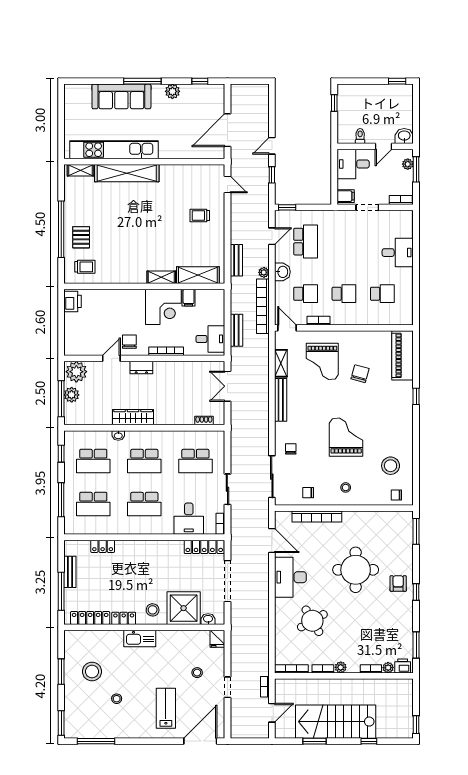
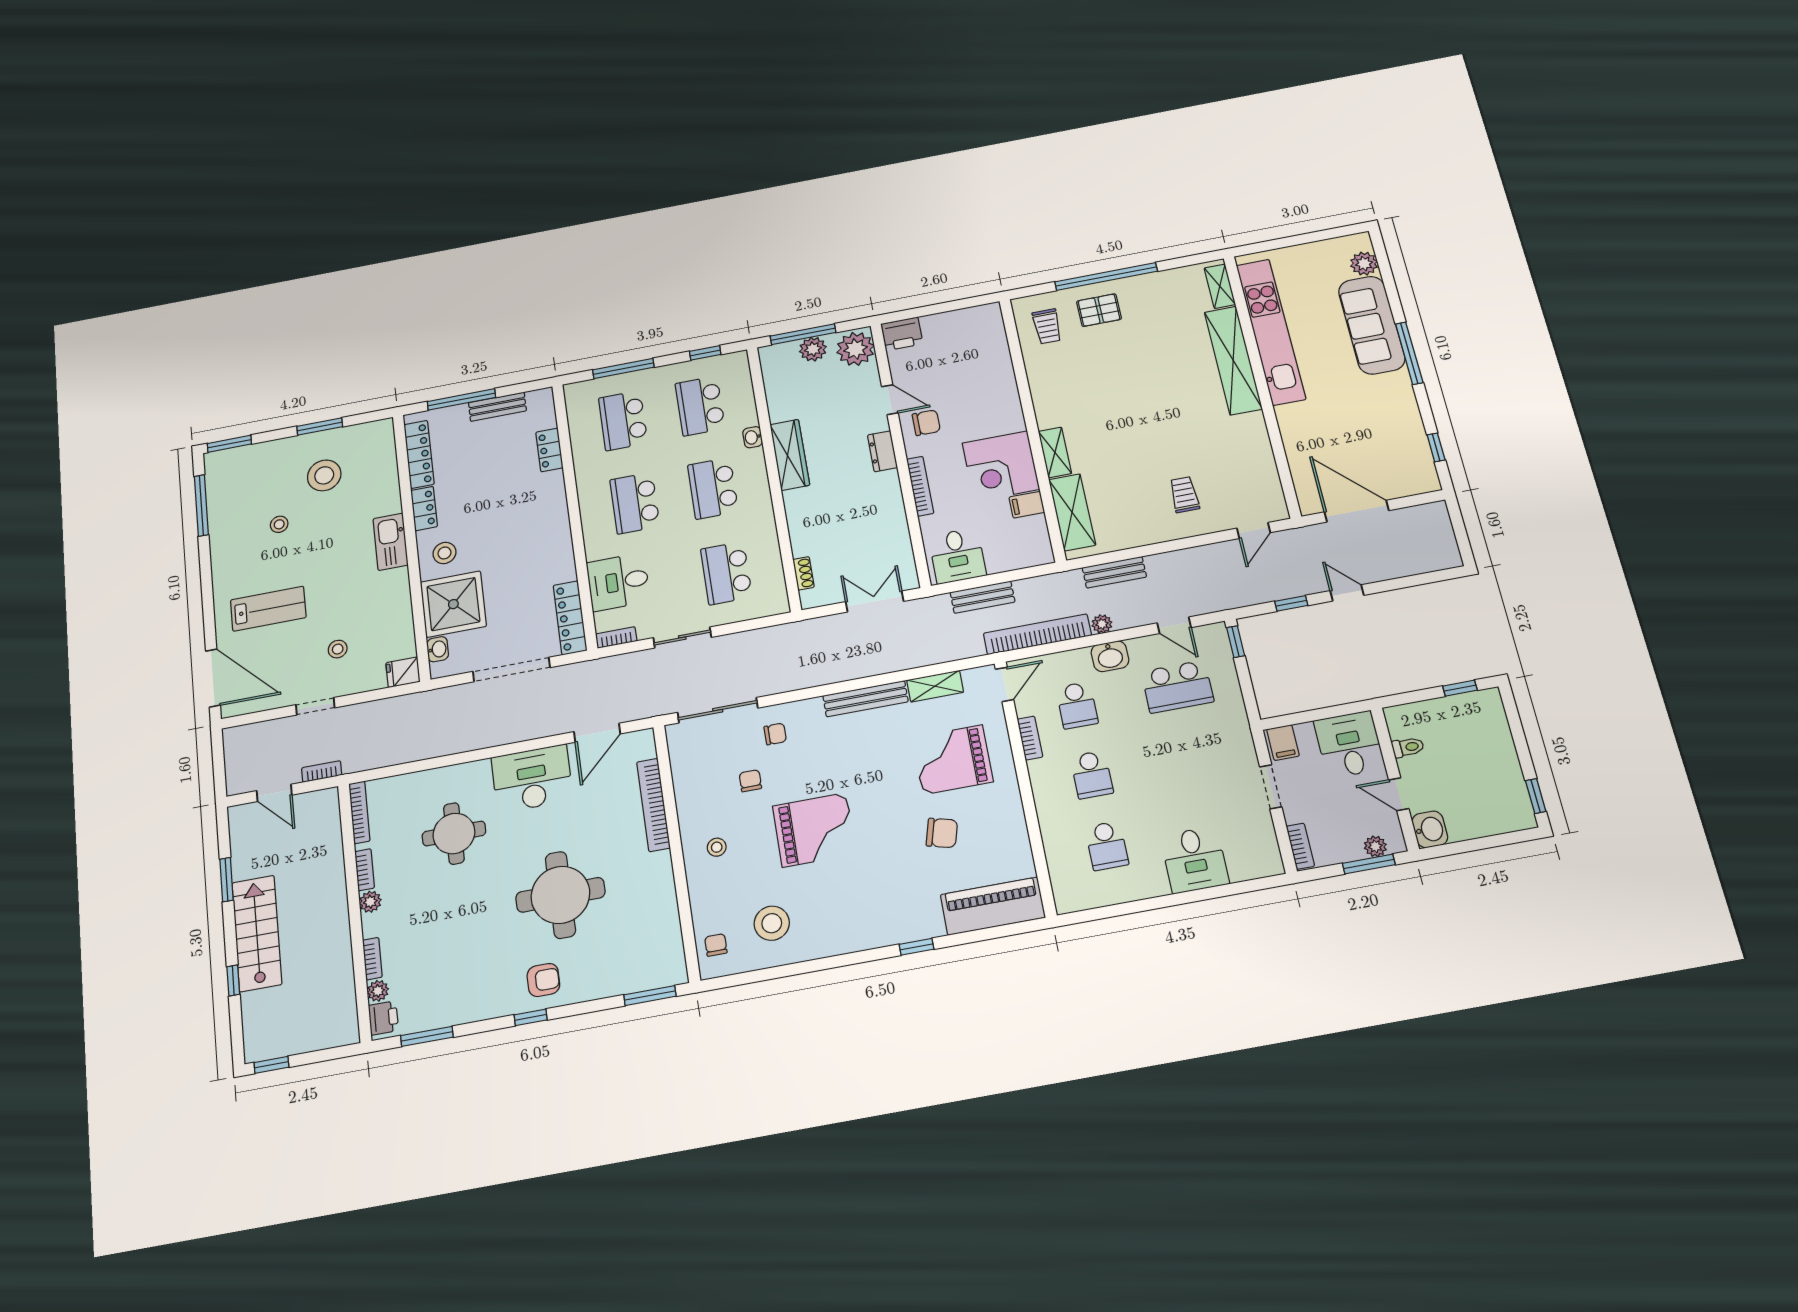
plant: (172, 91) -> (1364, 264), moved
printer: (73, 301) -> (902, 334), moved
chair: (308, 493) -> (750, 781), moved
round table: (312, 621) -> (454, 834), turned 30
stairs: (336, 722) -> (257, 933), width x0.73, depth x0.66

